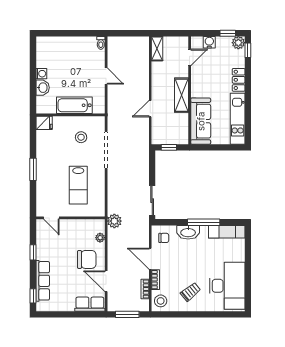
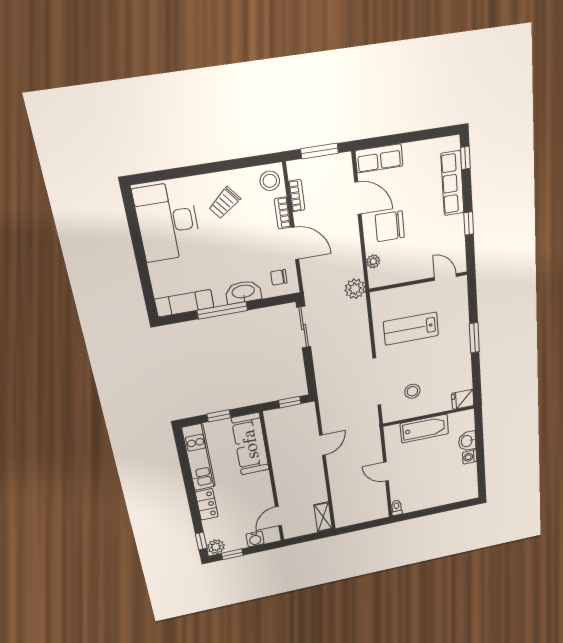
shelving: (181, 95) -> (282, 470), removed
window: (219, 147) -> (219, 416), added
lab bench: (78, 185) -> (411, 329), turned -90

